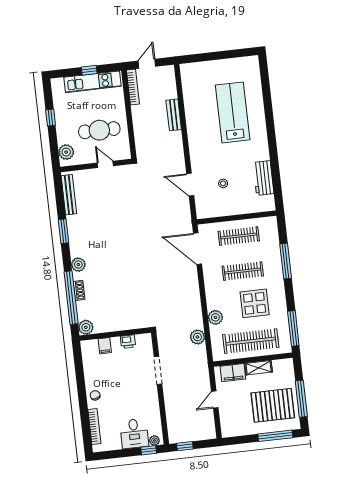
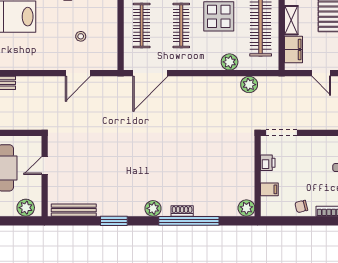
plant: (86, 327) -> (246, 208), moved
wall: (115, 334) -> (258, 176), moved
printer: (128, 342) -> (268, 163), moved
filing cabinet: (105, 346) -> (269, 189), moved

